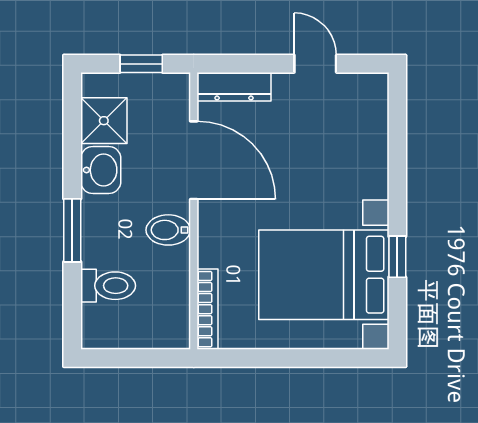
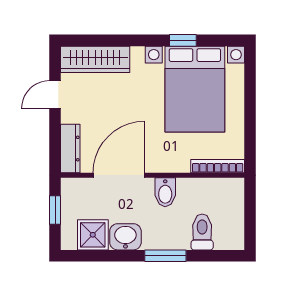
wardrobe: (369, 124) -> (95, 59), added

